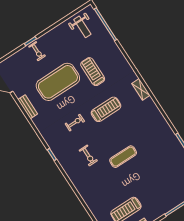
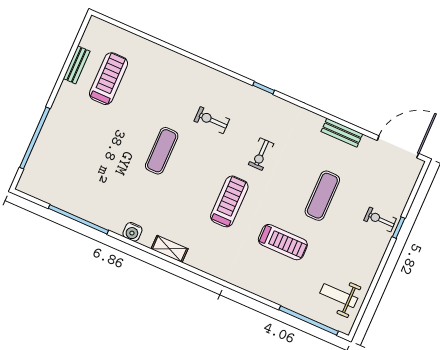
exercise mat: (58, 82) -> (322, 196), width x0.50, depth x0.69
shelving: (141, 89) -> (169, 249), moved
treadmill: (106, 109) -> (229, 201), turned 180
water cooler: (164, 126) -> (132, 232), added

